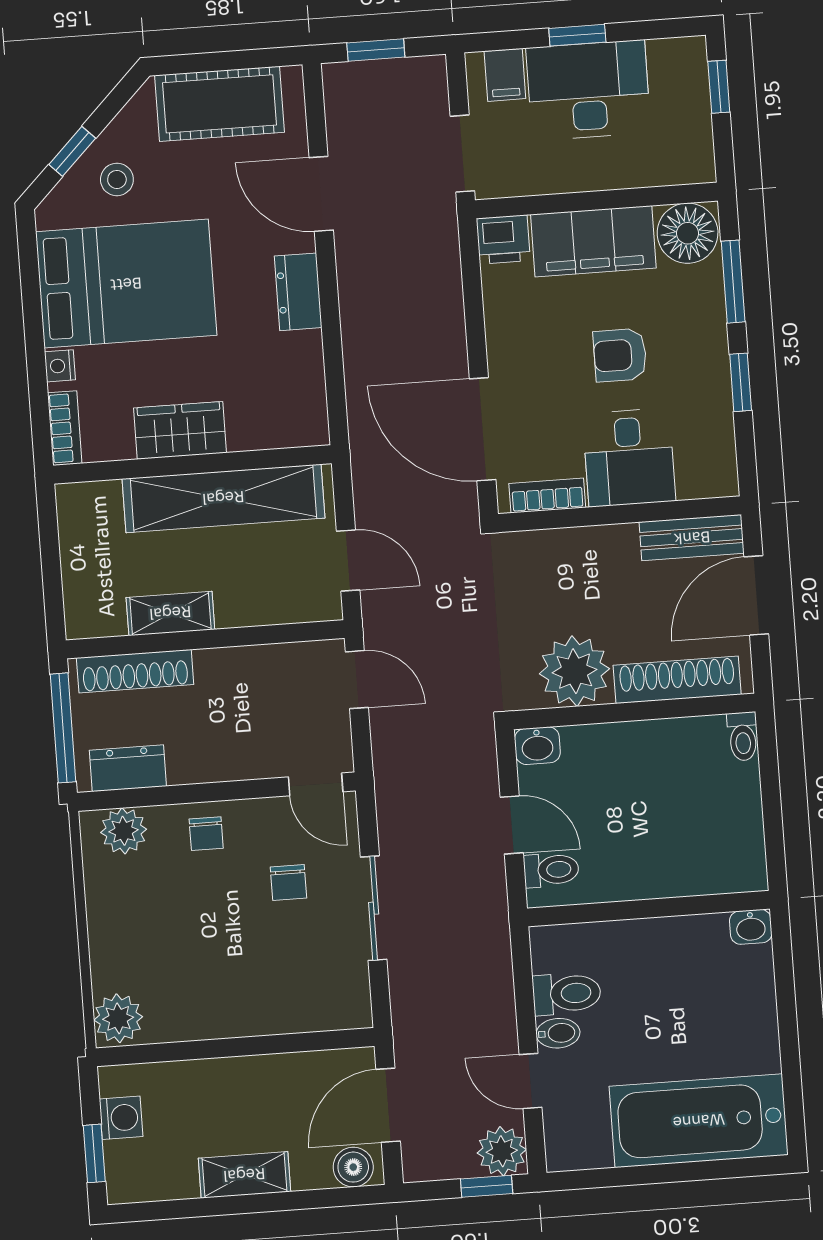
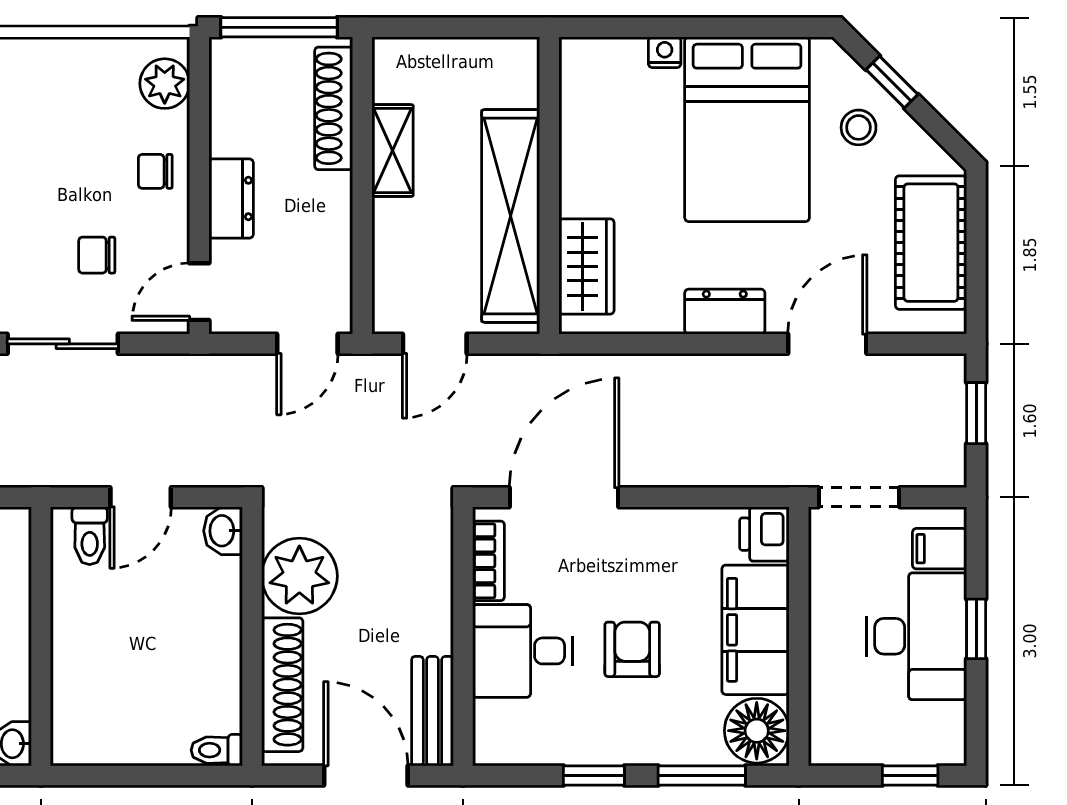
bookcase: (65, 428) -> (598, 52), removed
wardrobe: (180, 430) -> (587, 266), moved
dresser: (128, 768) -> (231, 198), moved

